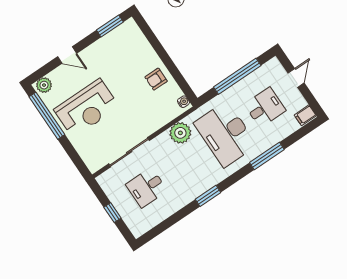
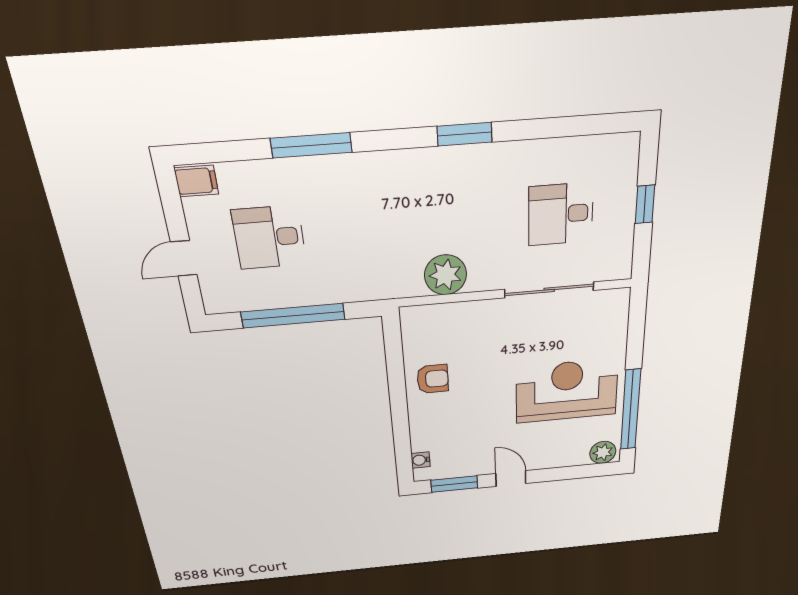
door: (67, 55) -> (511, 478), moved
water cooler: (183, 102) -> (421, 460), moved
desk: (225, 134) -> (368, 230), removed
desk: (147, 188) -> (561, 214), turned 180

